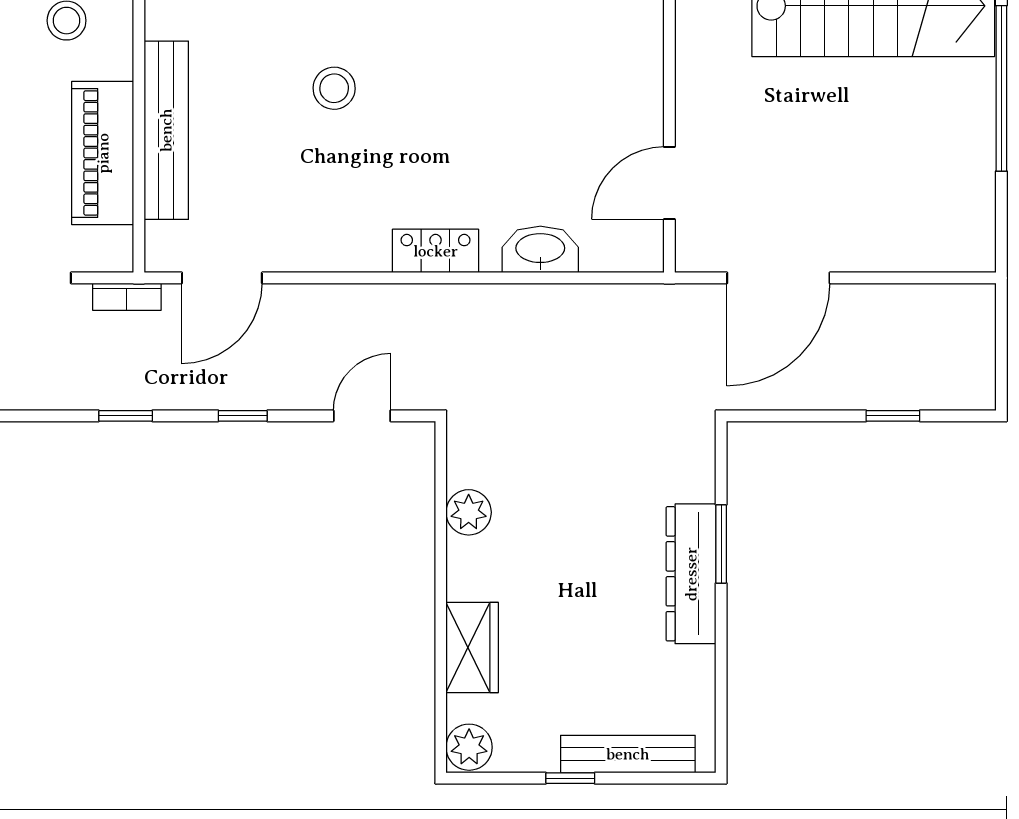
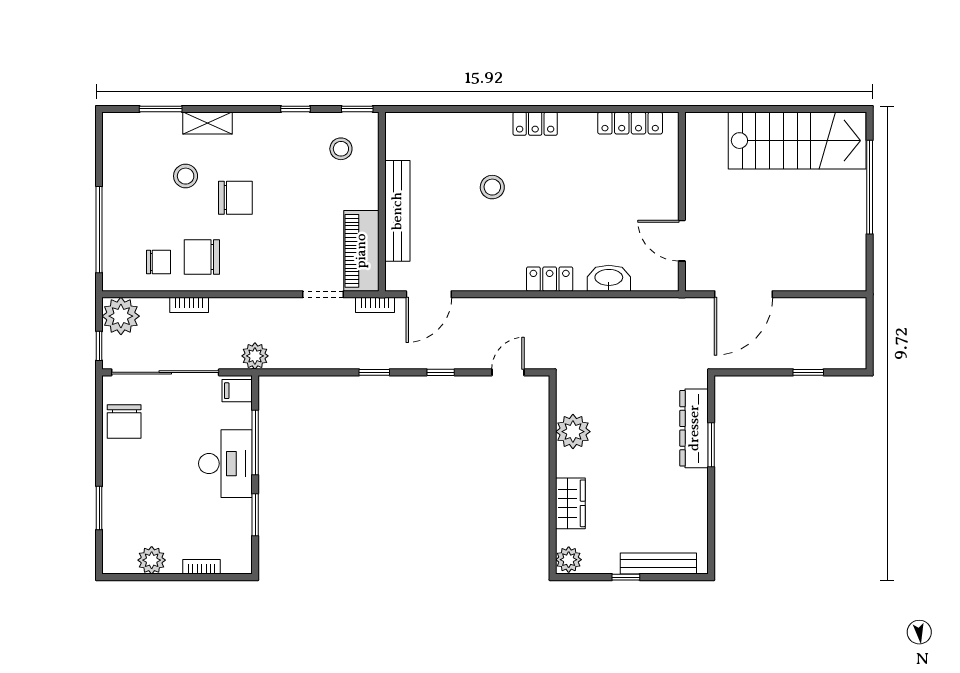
piano: (103, 153) -> (361, 251), moved
door: (669, 183) -> (682, 241), hinge flipped
plant: (469, 512) -> (573, 432), width x1.36, depth x1.36
dresser: (691, 574) -> (694, 428), moved

